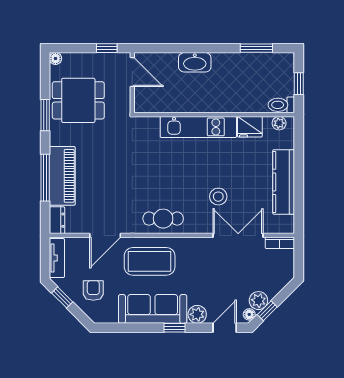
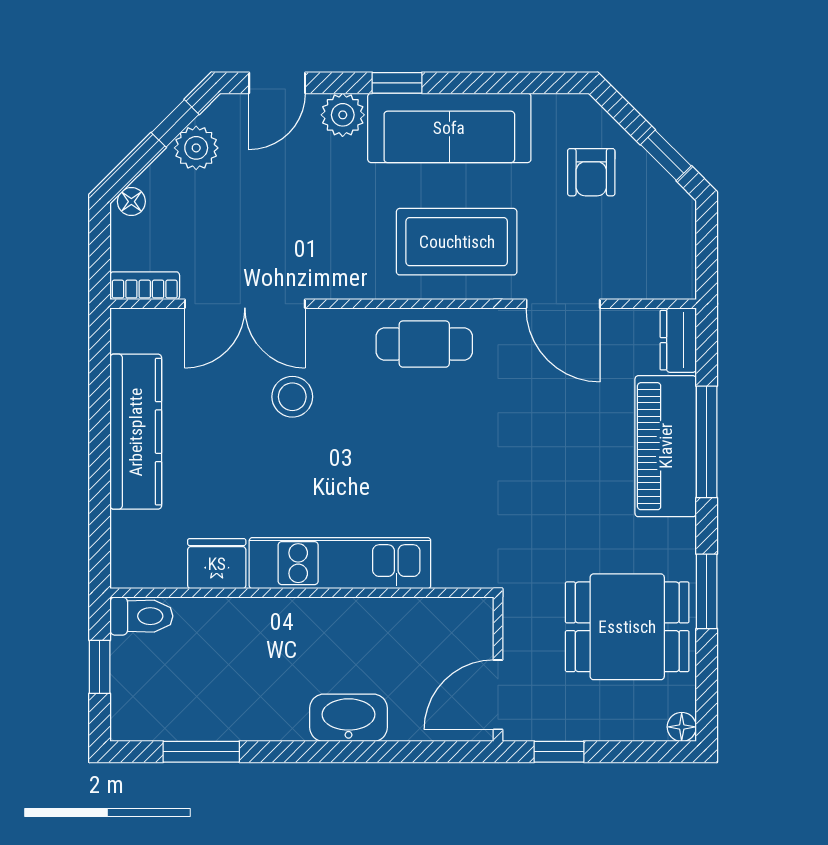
door: (132, 72) -> (498, 695), hinge flipped
plant: (279, 123) -> (147, 572), removed
door: (105, 235) -> (563, 304), swing flipped
tv unit: (57, 258) -> (678, 250), removed
floor lamp: (249, 314) -> (131, 202), moved

